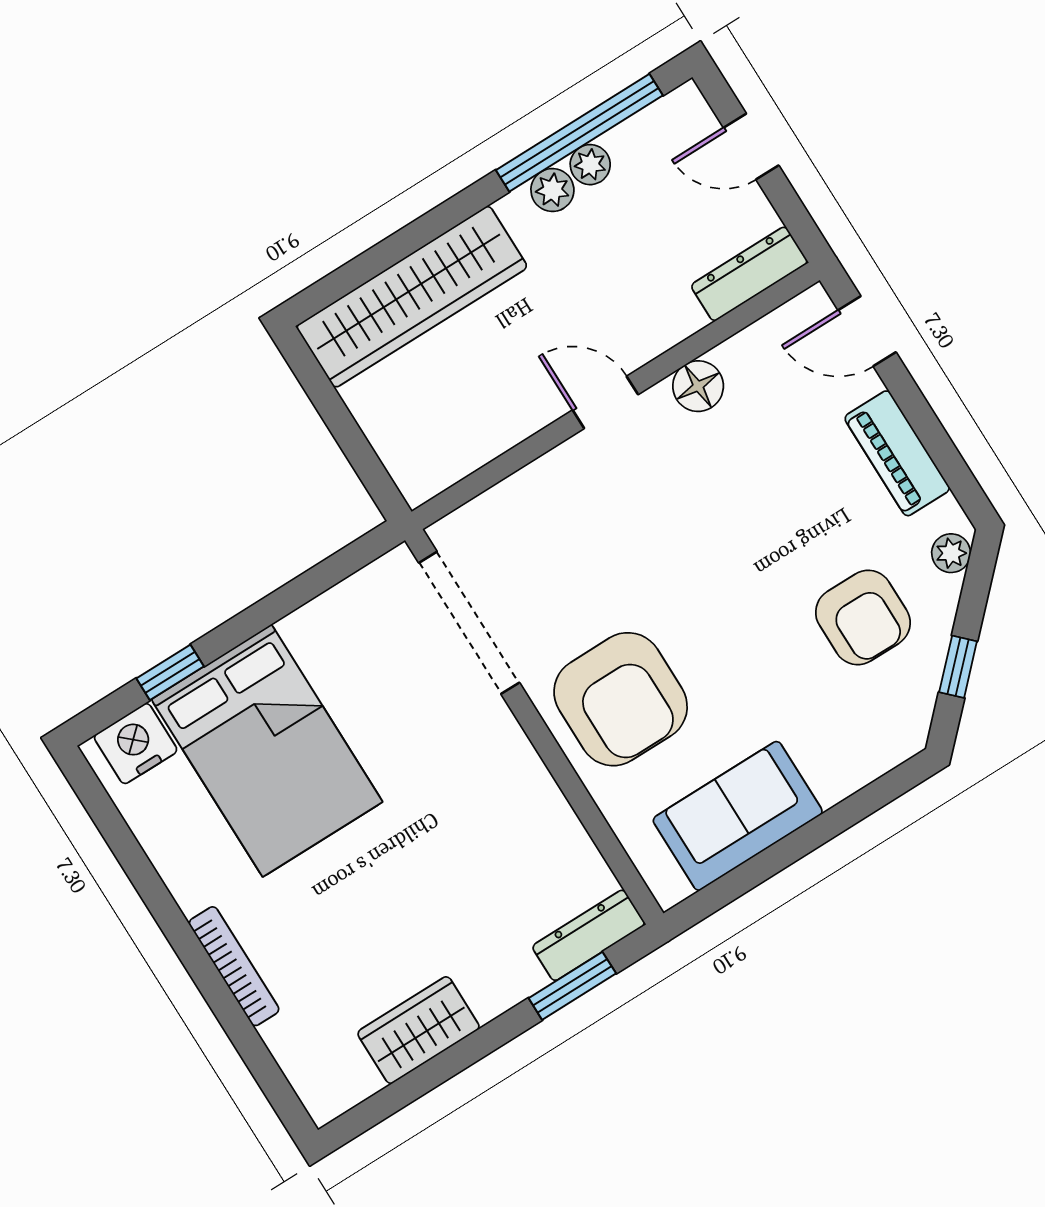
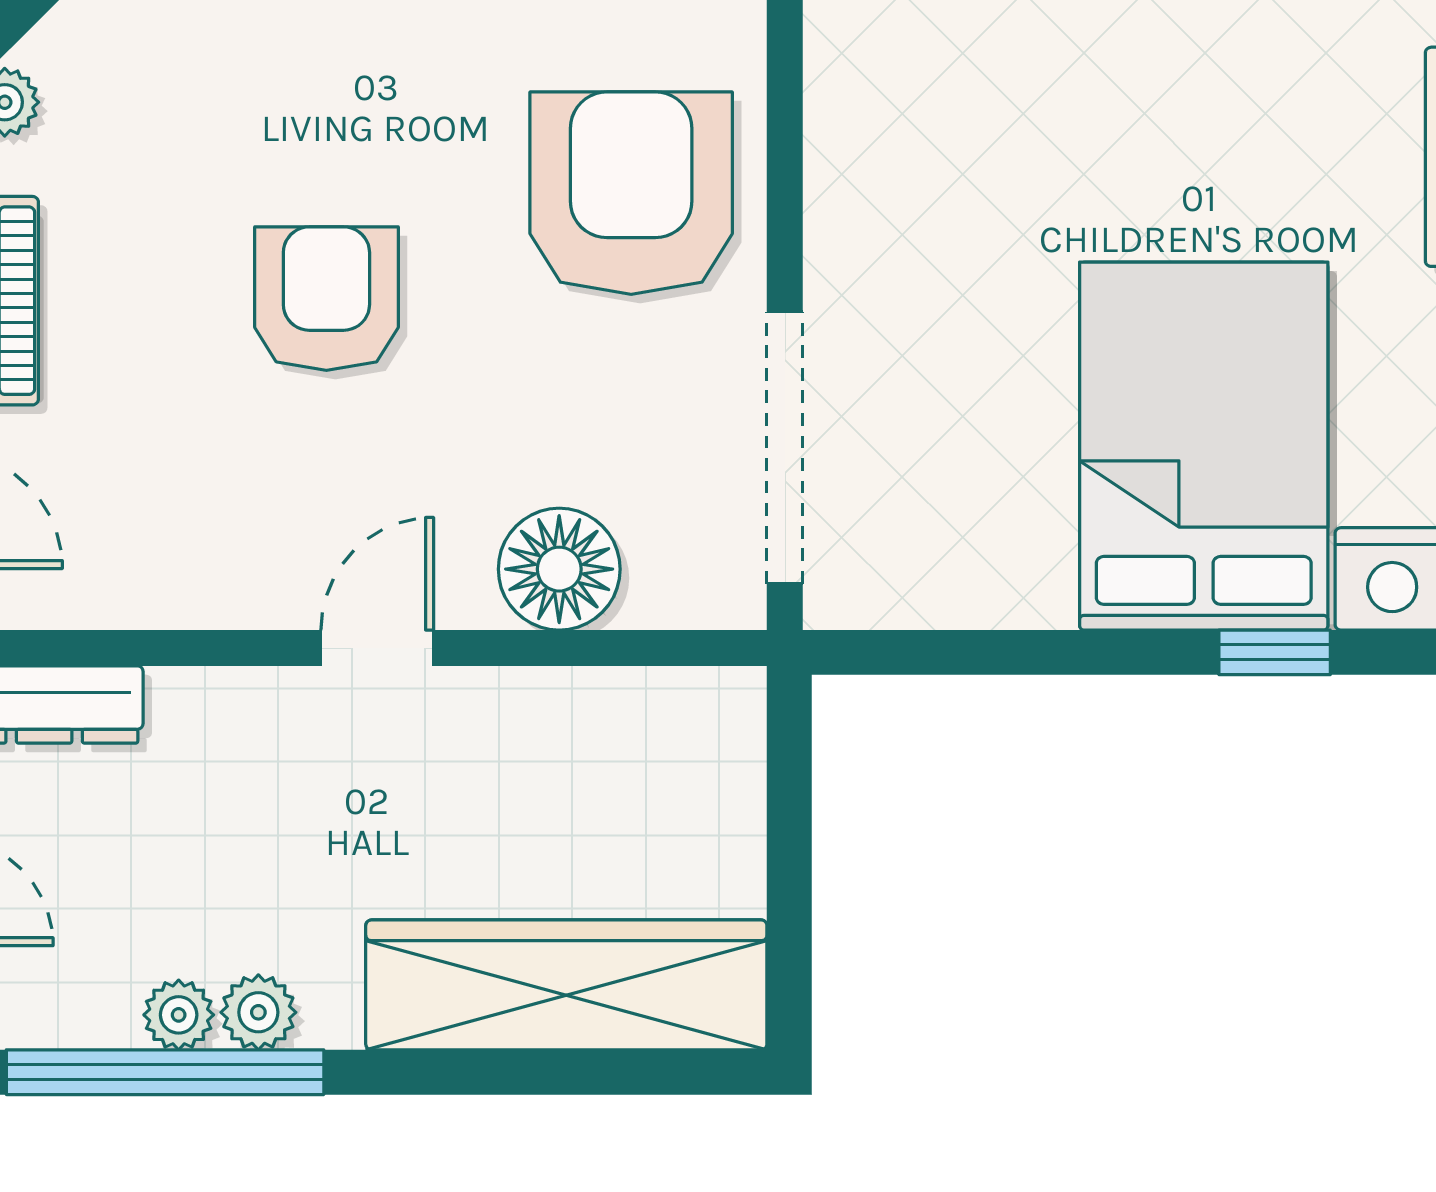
floor lamp: (698, 386) -> (559, 569), moved, width x1.38, depth x1.38
door: (605, 402) -> (377, 648), swing flipped
armchair: (863, 617) -> (326, 299), moved

